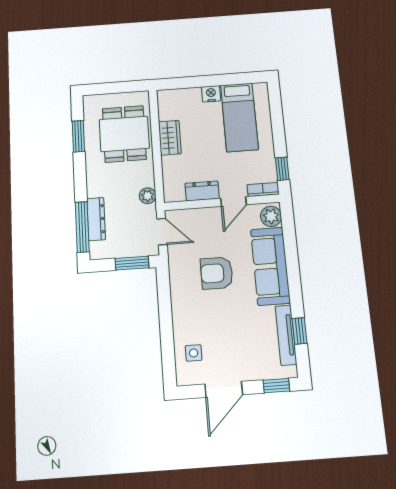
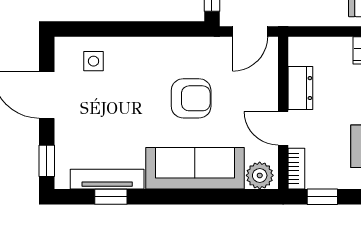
plant: (148, 196) -> (299, 16), removed
armchair: (217, 273) -> (191, 98), turned 90

